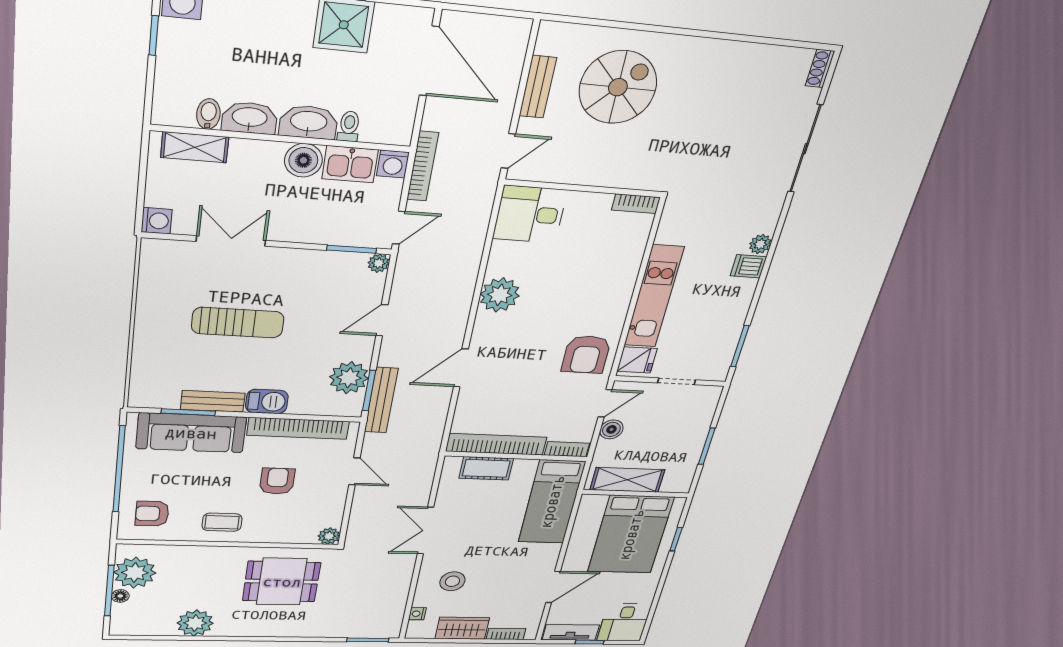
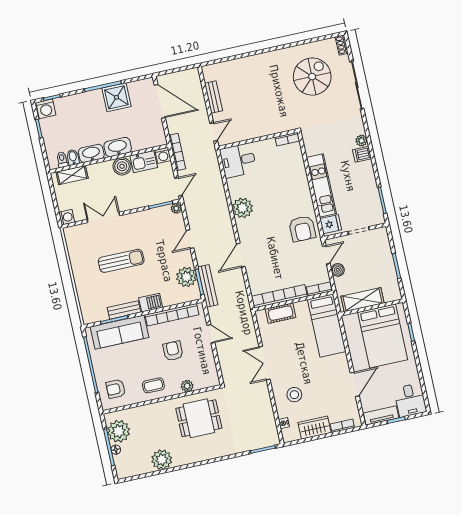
spiral stairs: (618, 87) -> (312, 77), moved
toilet: (349, 126) -> (62, 160), moved
plant: (329, 536) -> (187, 386), moved

